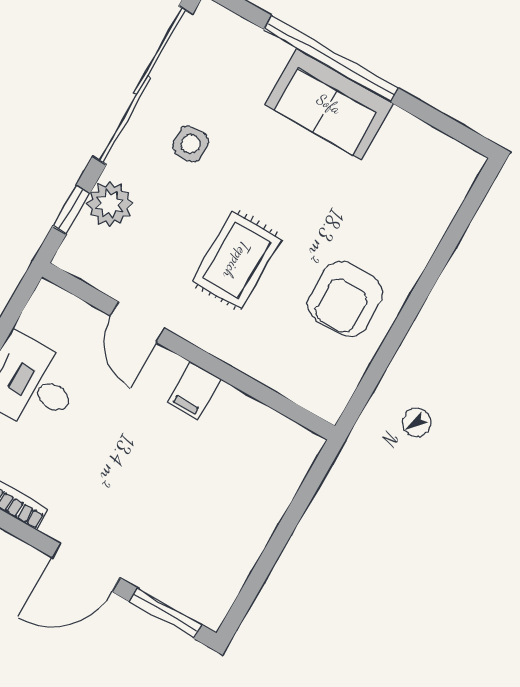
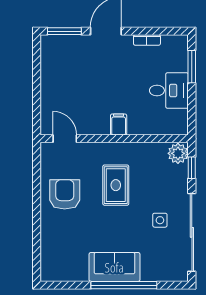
plant: (110, 204) -> (178, 153), moved
door: (138, 322) -> (65, 139), moved
filing cabinet: (194, 391) -> (119, 125), moved

